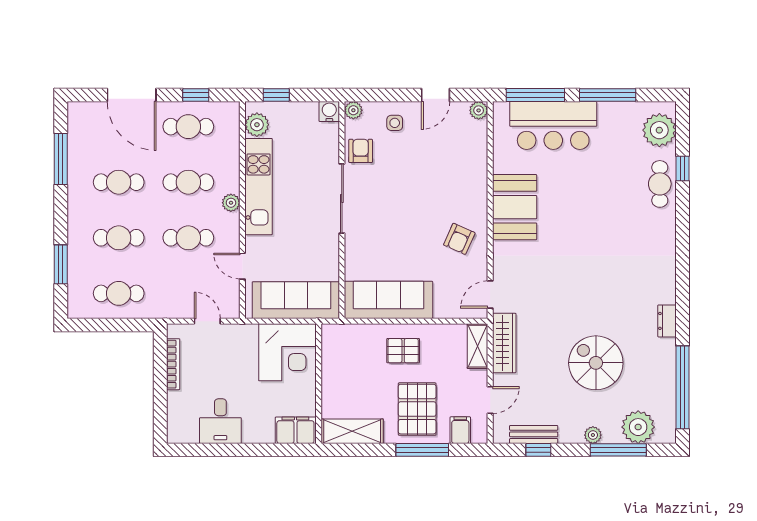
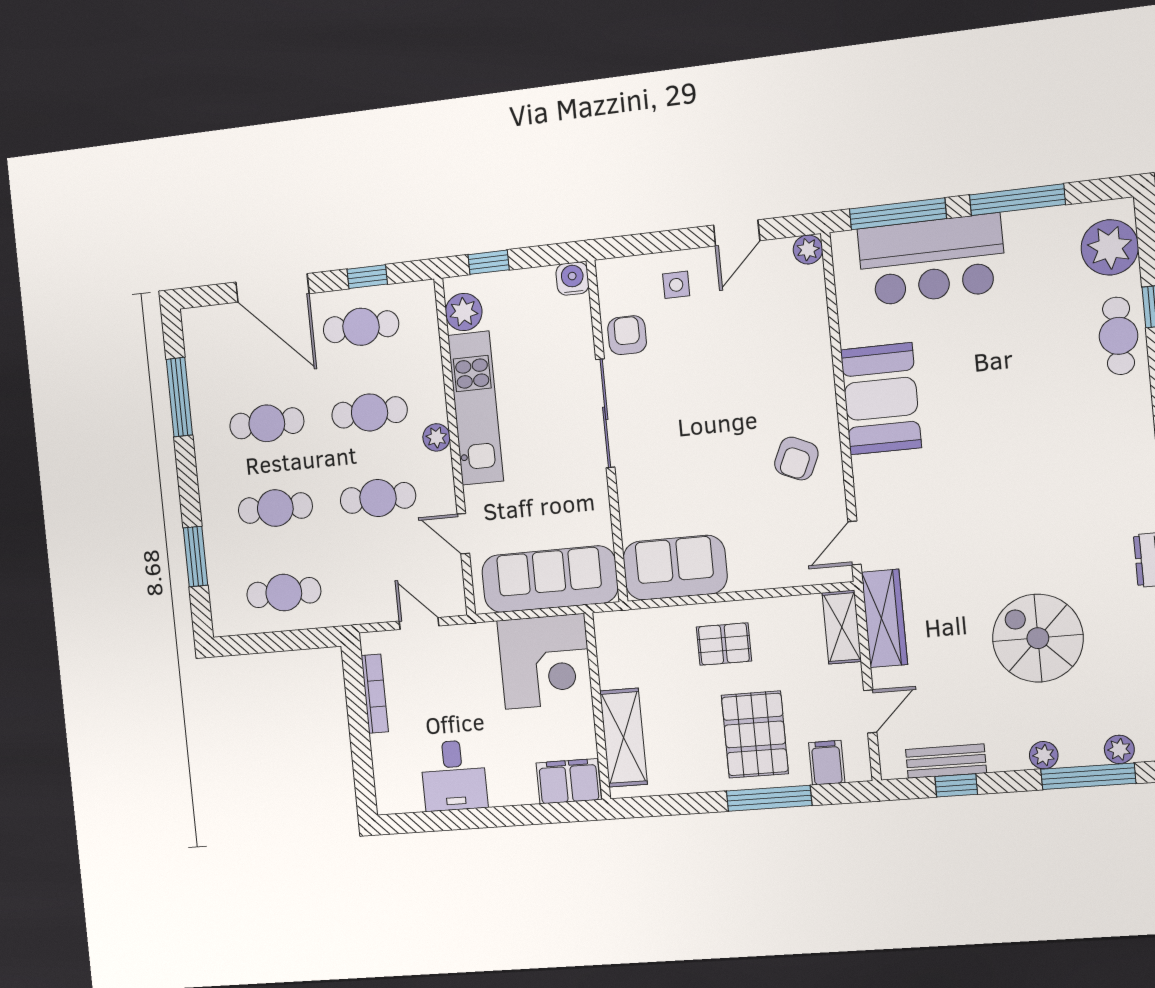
plant: (353, 110) -> (610, 272), removed
sofa: (389, 300) -> (675, 568), width x0.73
plant: (638, 427) -> (1119, 749), width x0.53, depth x0.53
shelving: (352, 431) -> (624, 738), moved, turned 90

